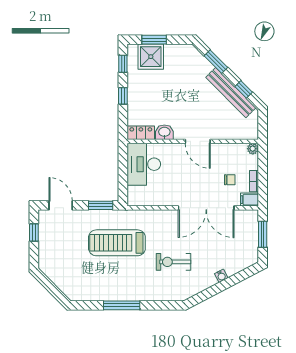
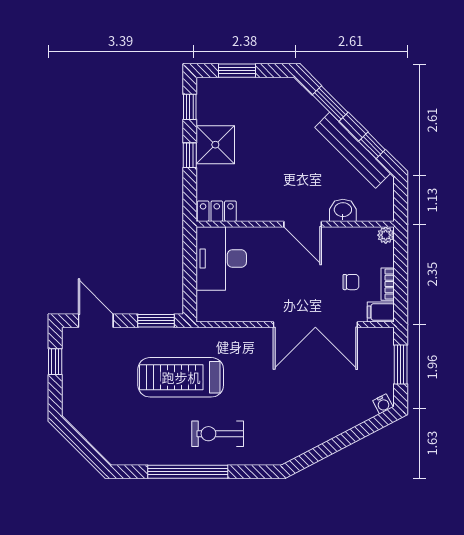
shower: (151, 57) -> (215, 145), moved
washbasin: (164, 132) -> (343, 210), moved
exercise bike: (174, 262) -> (218, 434), moved
water cooler: (221, 276) -> (383, 404), moved
window: (122, 305) -> (188, 472), width x1.46

